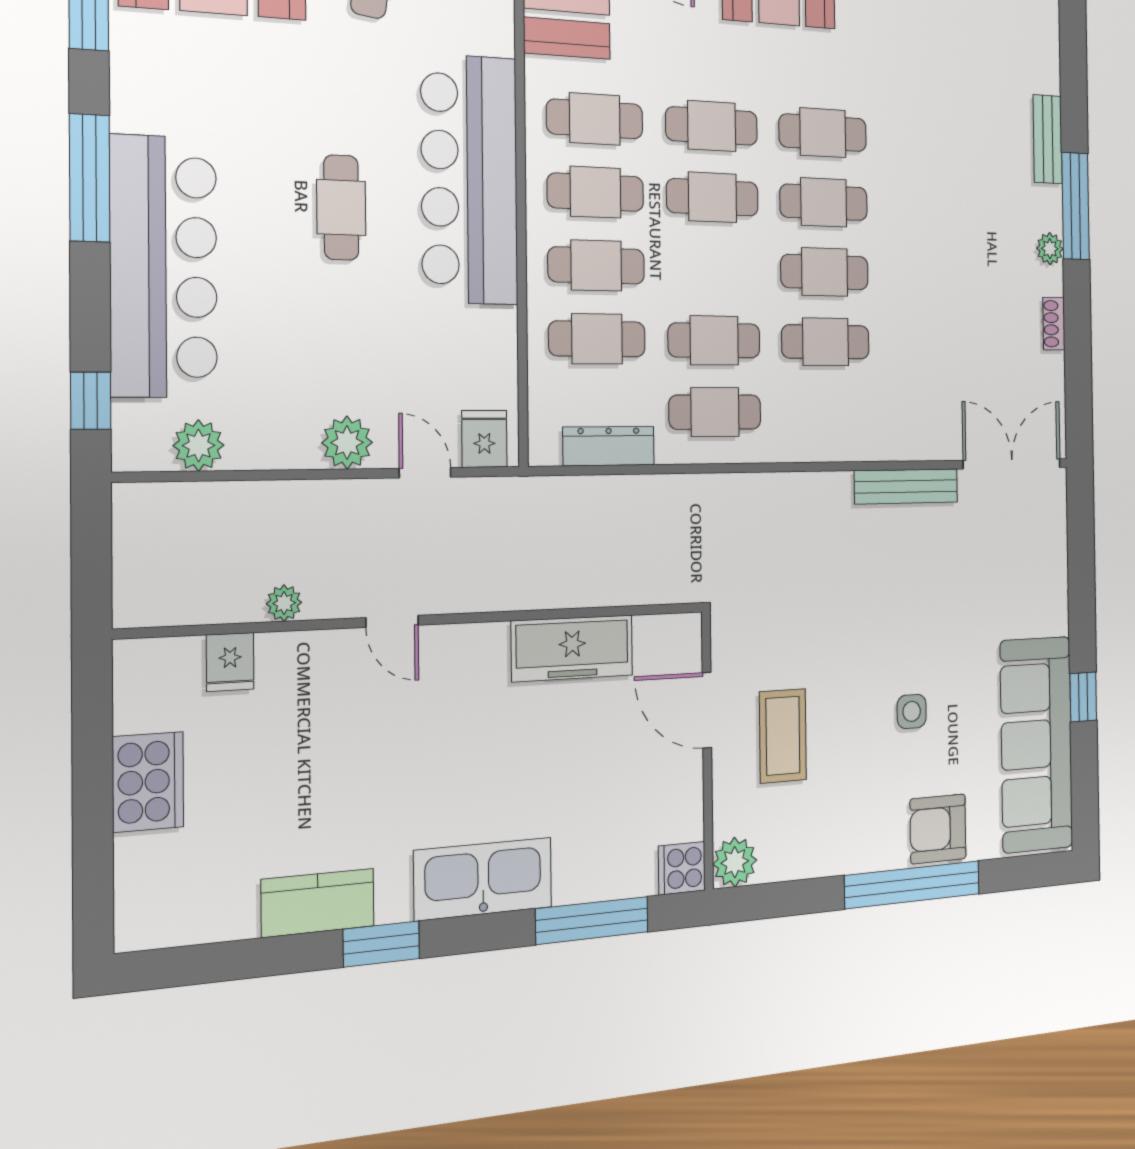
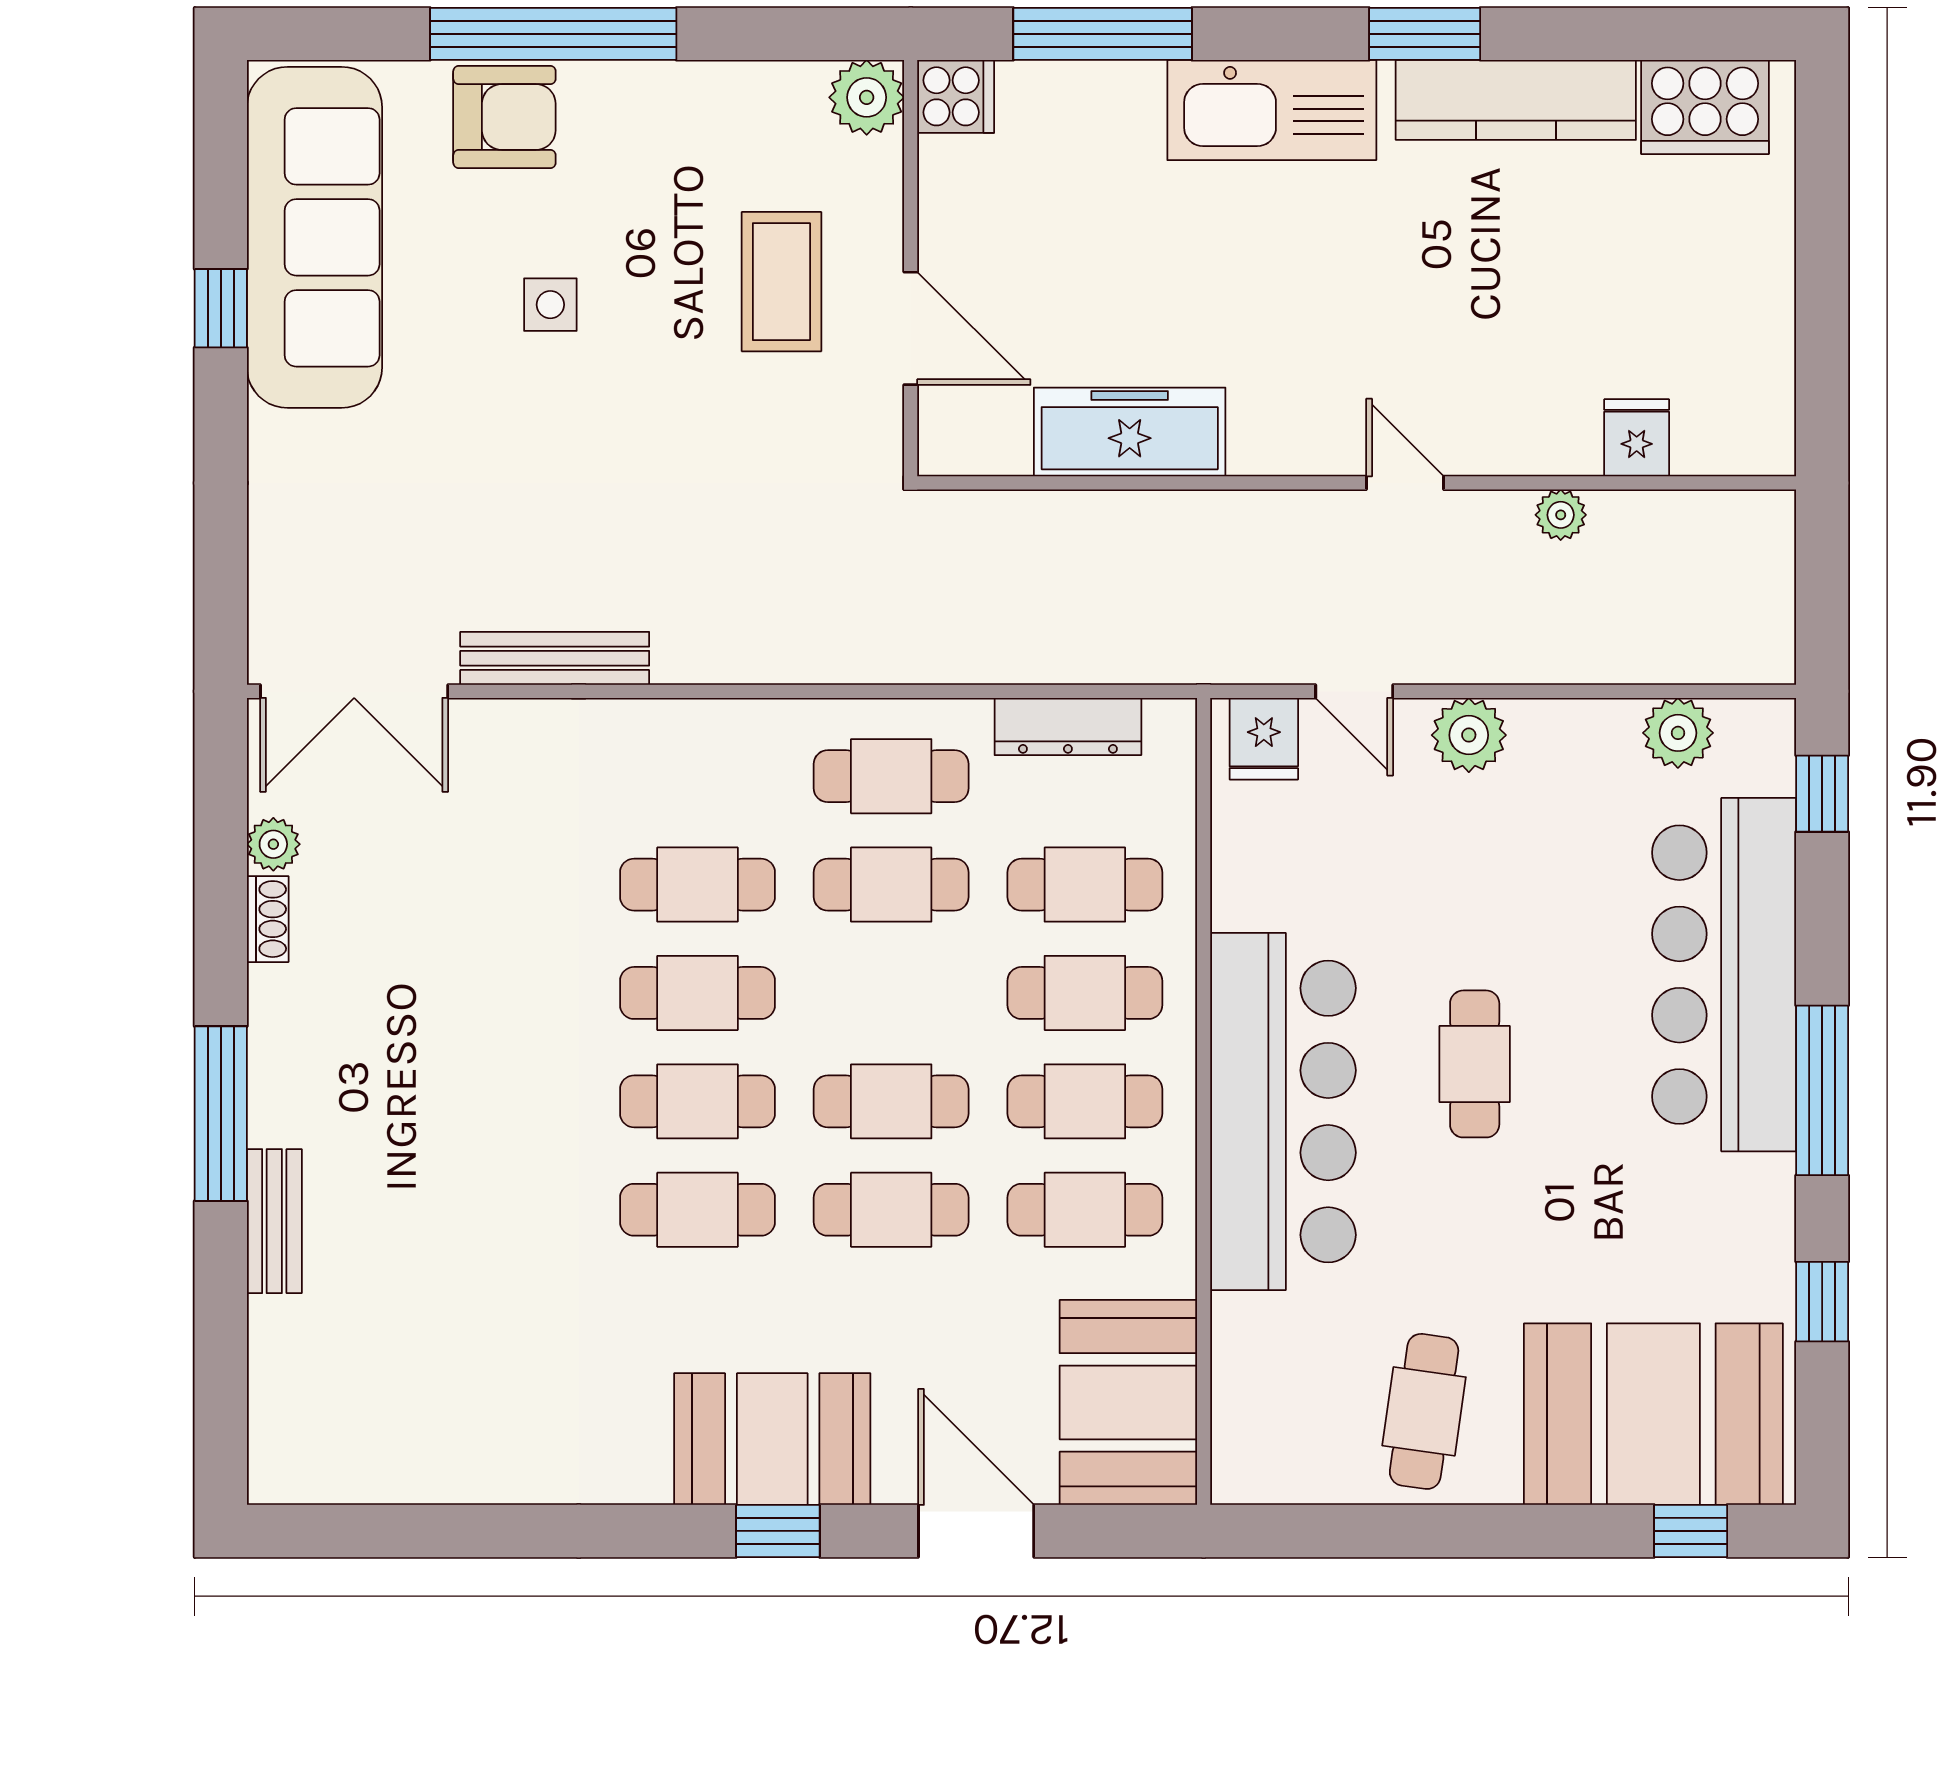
plant: (1050, 249) -> (273, 844), moved
cooker: (148, 782) -> (1705, 107), moved, turned -90
kitchen counter: (318, 903) -> (1516, 100), width x1.50

